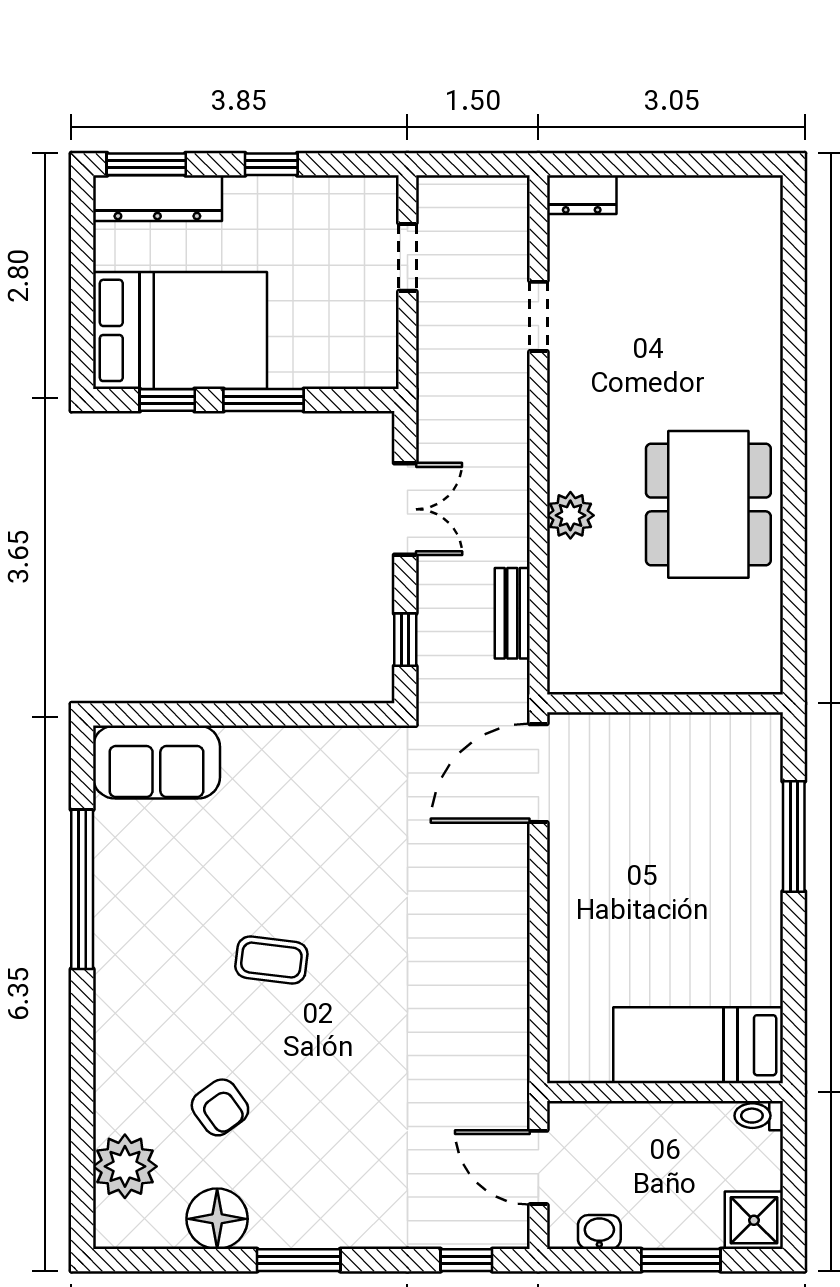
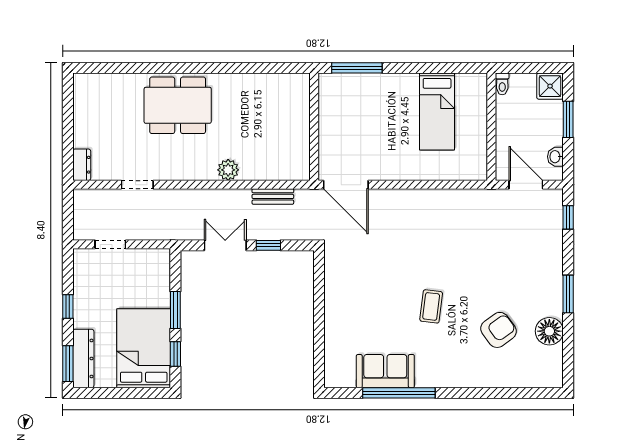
dining table: (708, 504) -> (178, 105), moved
window: (405, 640) -> (268, 245), moved
sofa: (156, 762) -> (385, 371), moved, turned -90
window: (794, 836) -> (357, 68), moved
bed: (698, 1045) -> (437, 112), moved
armchair: (220, 1107) -> (498, 330), width x1.38, depth x1.38
plant: (125, 1166) -> (525, 373), removed
door: (538, 1167) -> (526, 185), swing flipped

